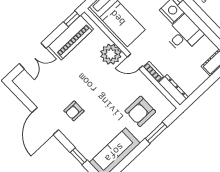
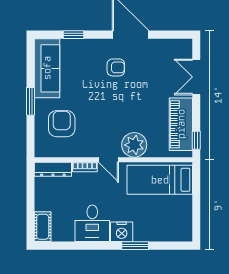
door: (135, 61) -> (109, 160), swing flipped
armchair: (74, 111) -> (116, 67), turned 90
window: (156, 133) -> (31, 101), moved

